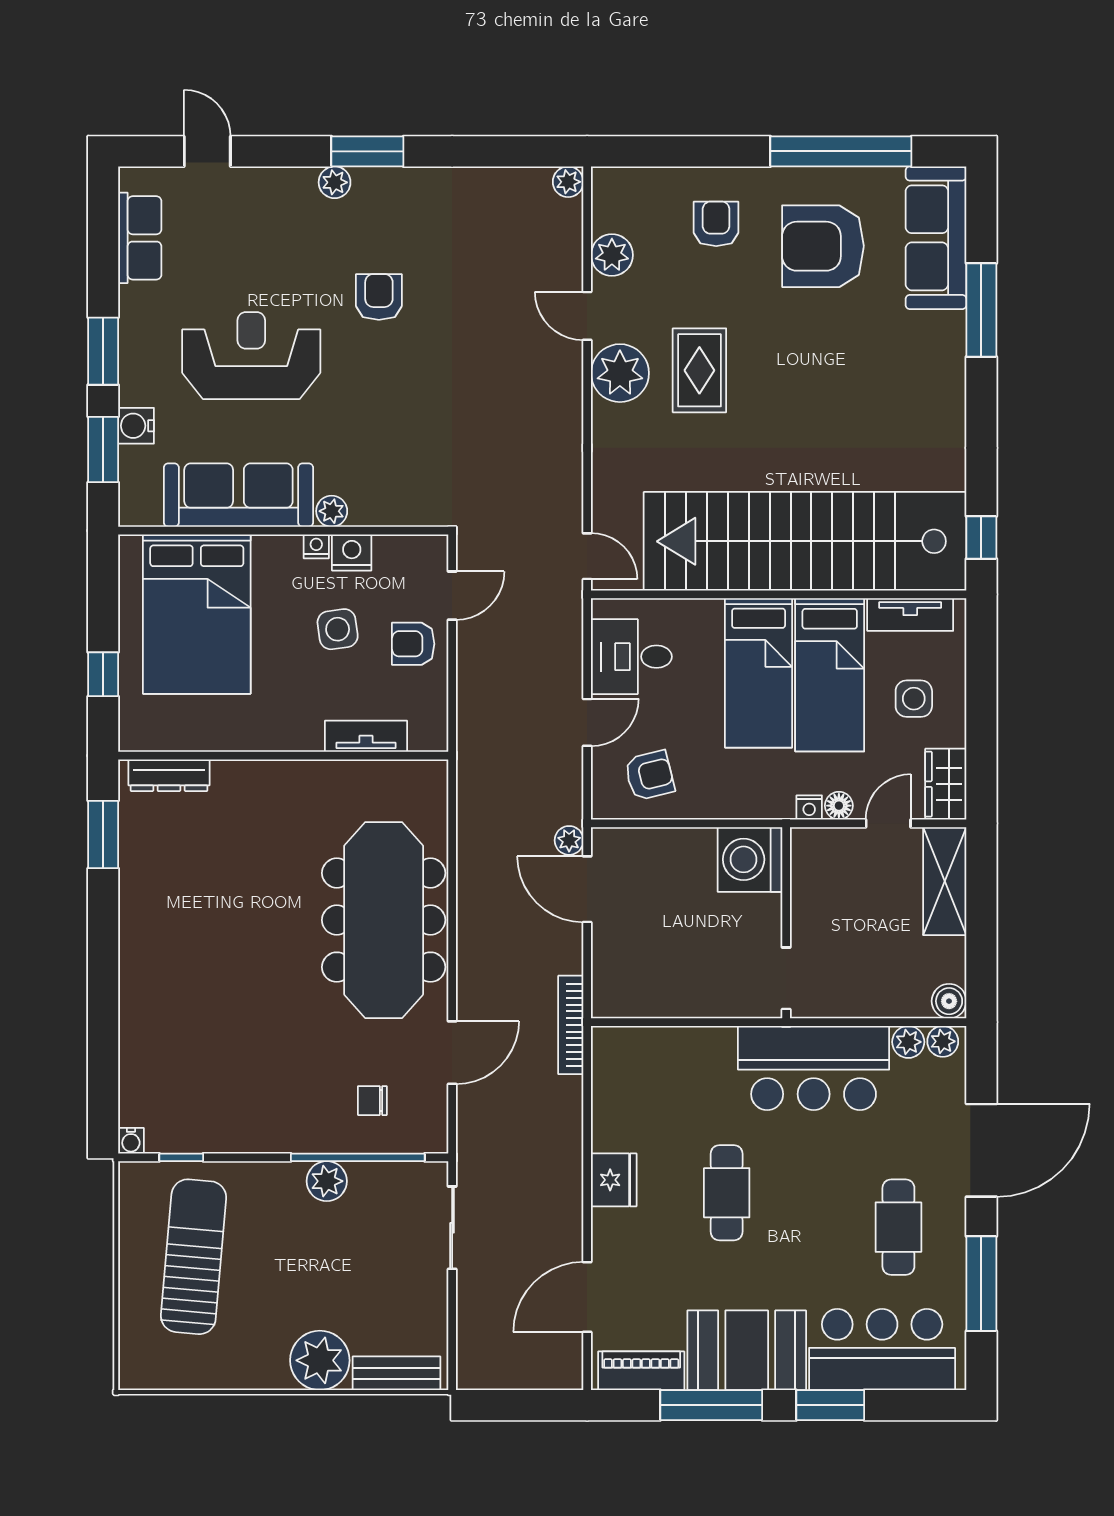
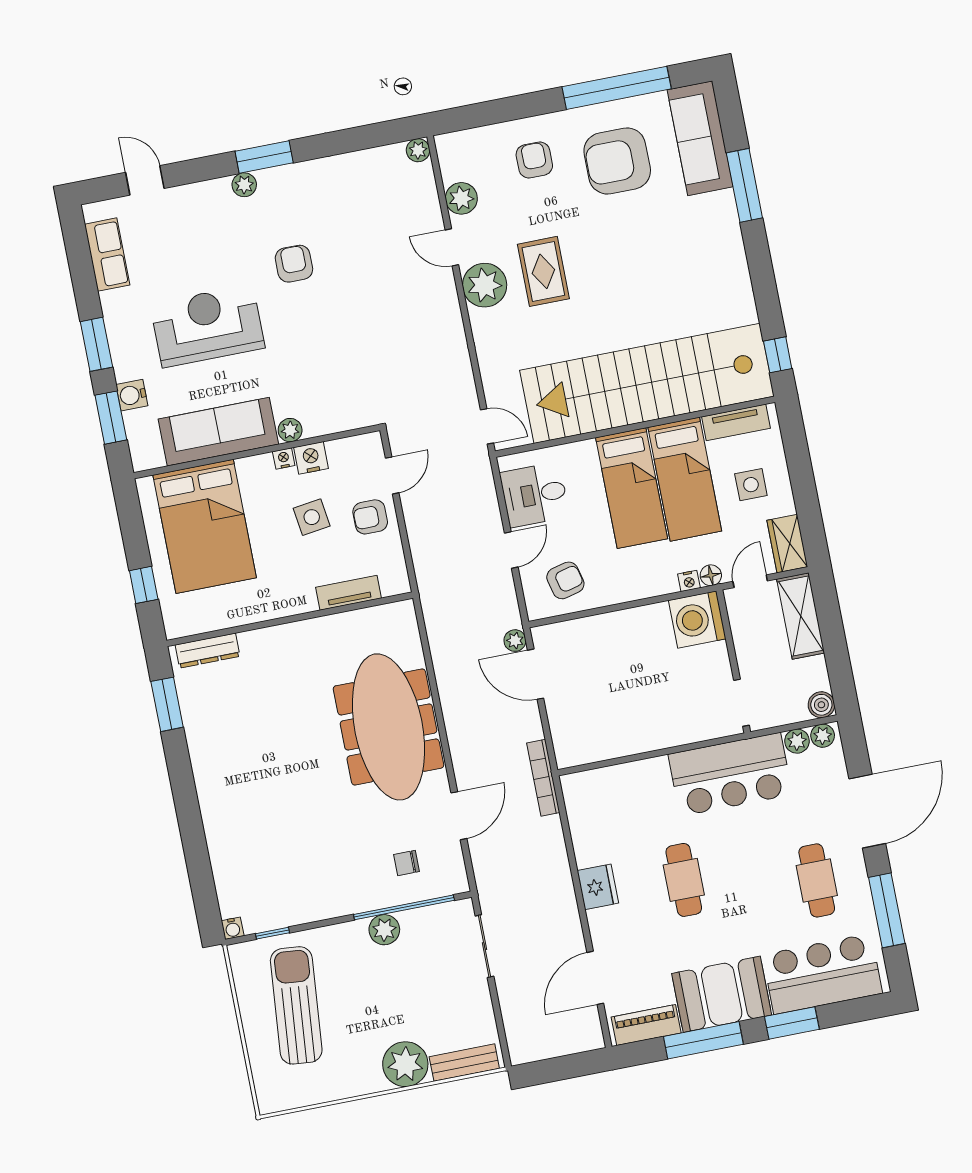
washing machine: (750, 859) -> (697, 620), moved
wall: (786, 923) -> (733, 661), moved
doorway: (786, 978) -> (741, 703), moved

